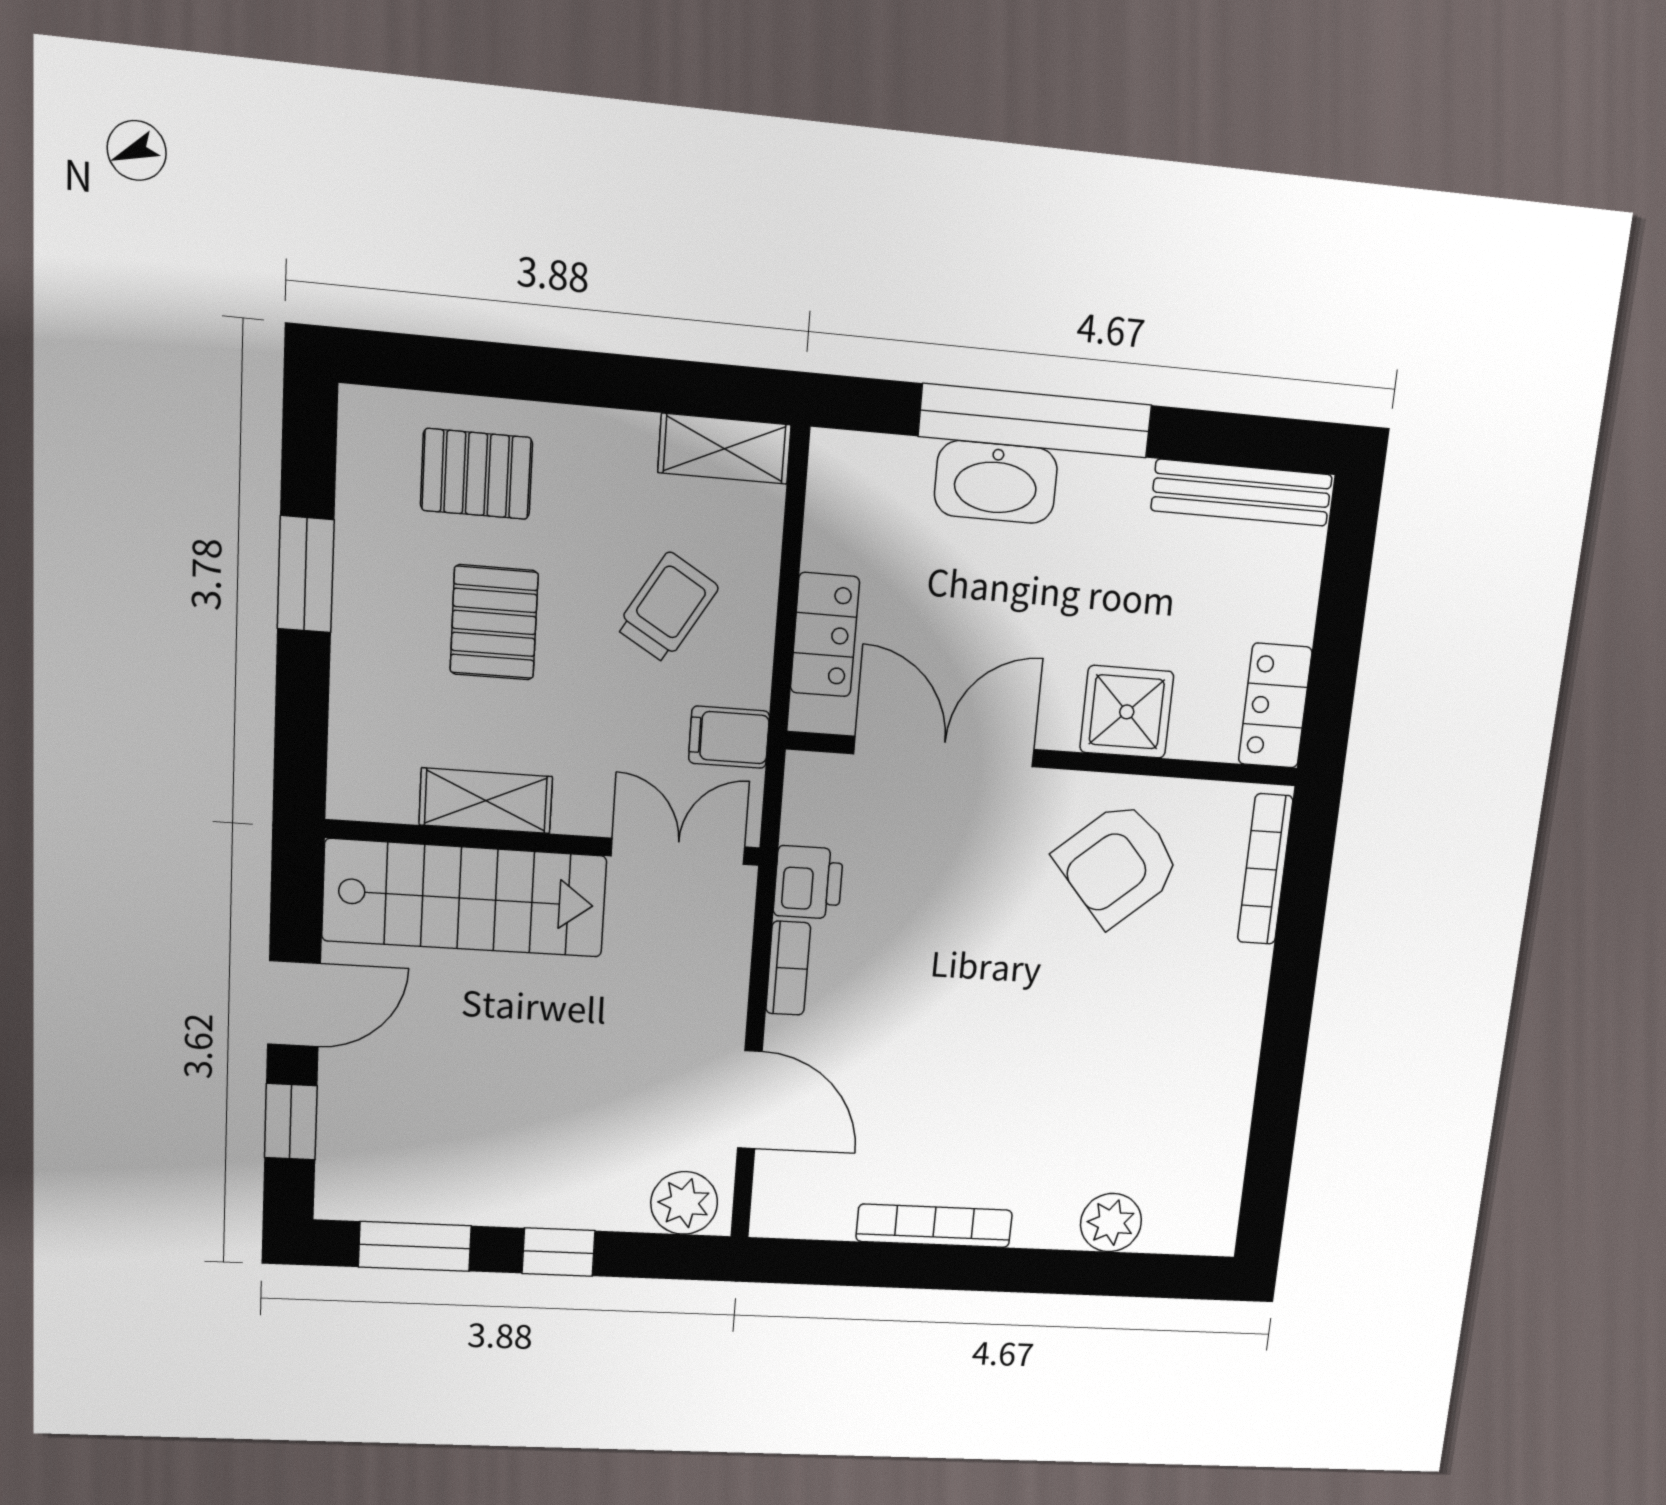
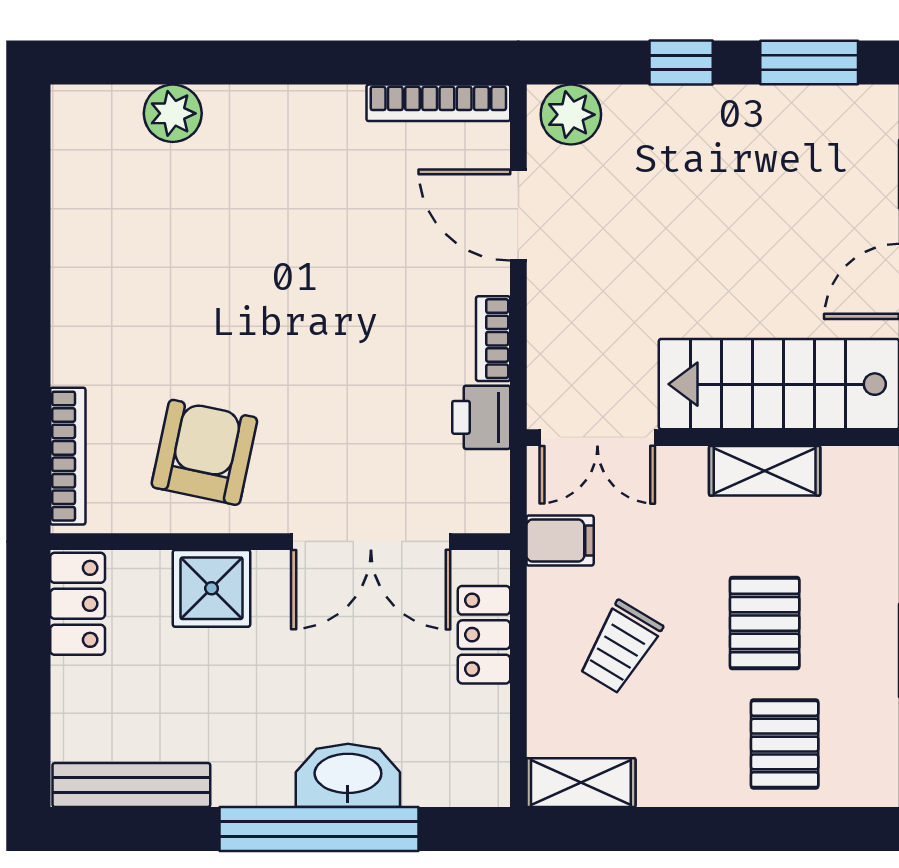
pallet: (477, 474) -> (785, 744), turned 90
armchair: (1118, 864) -> (204, 452), turned -37
bookcase: (934, 1226) -> (438, 103), moved

